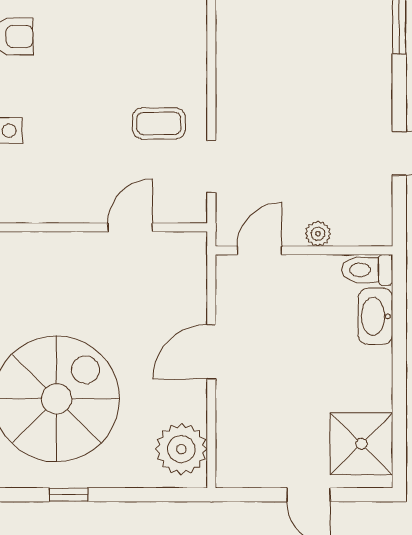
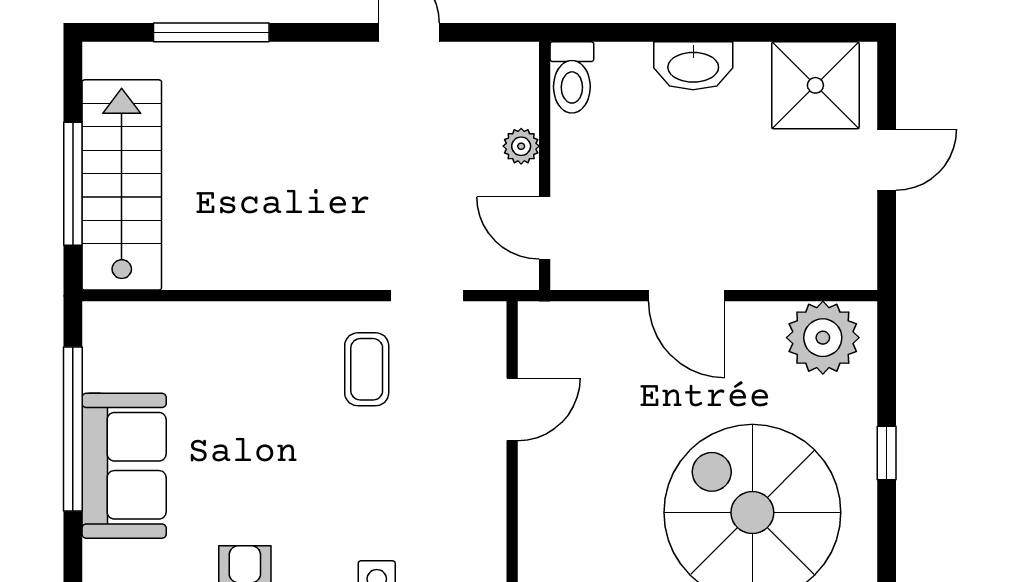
door: (130, 227) -> (512, 409), swing flipped
washbasin: (375, 316) -> (693, 66), moved
window: (69, 495) -> (887, 453), moved

